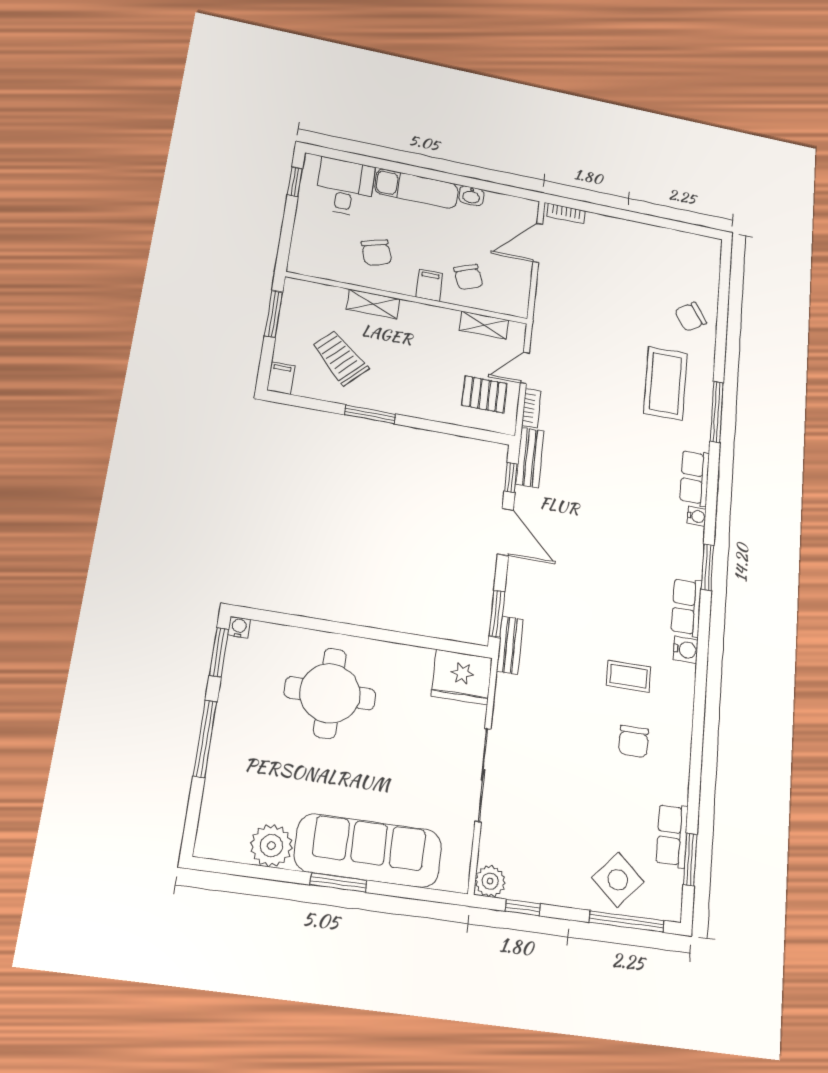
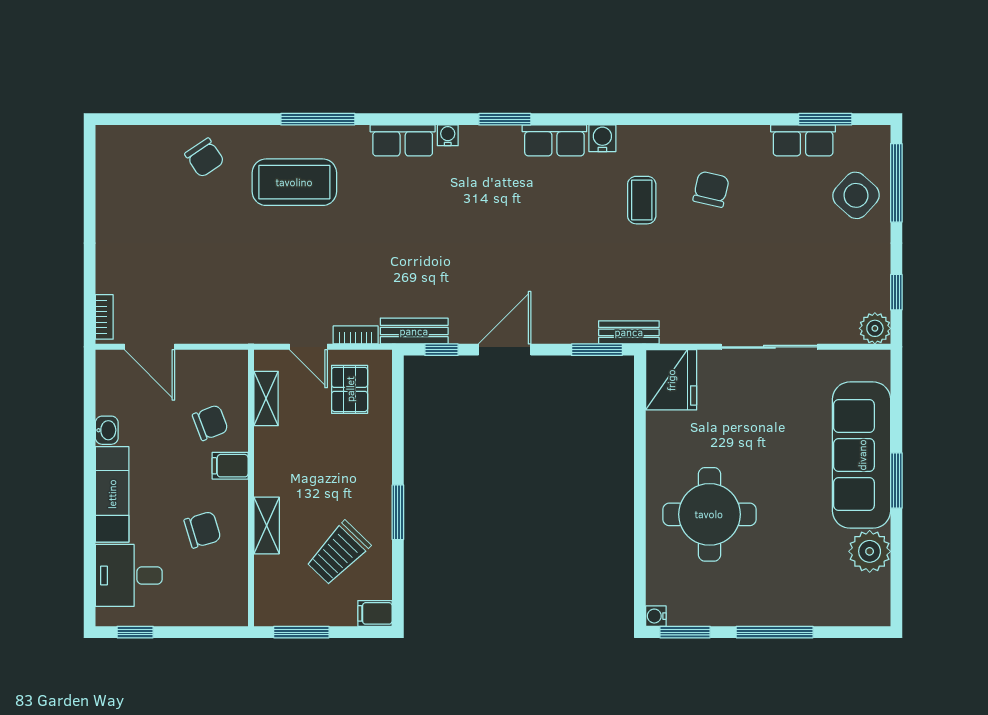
chair: (634, 741) -> (711, 189), turned -77

